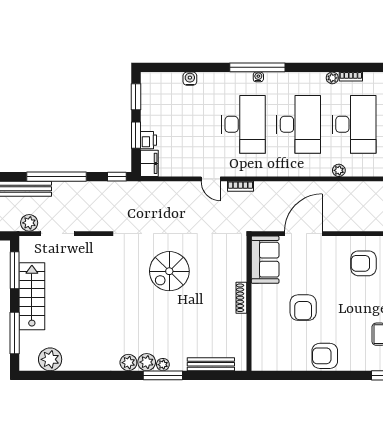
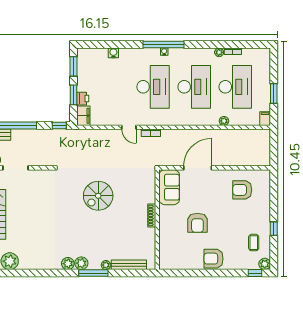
plant: (163, 365) -> (106, 265), moved

